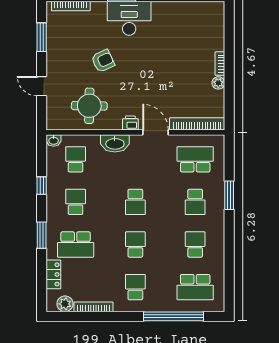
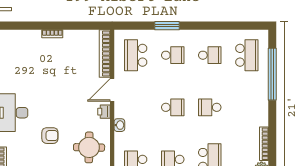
armchair: (103, 61) -> (50, 136), turned 115
plant: (218, 83) -> (69, 35), removed
washbasin: (115, 143) -> (119, 125), width x0.52, depth x0.69
school desk: (195, 244) -> (210, 55), turned 180
school desk: (135, 287) -> (247, 107), removed

